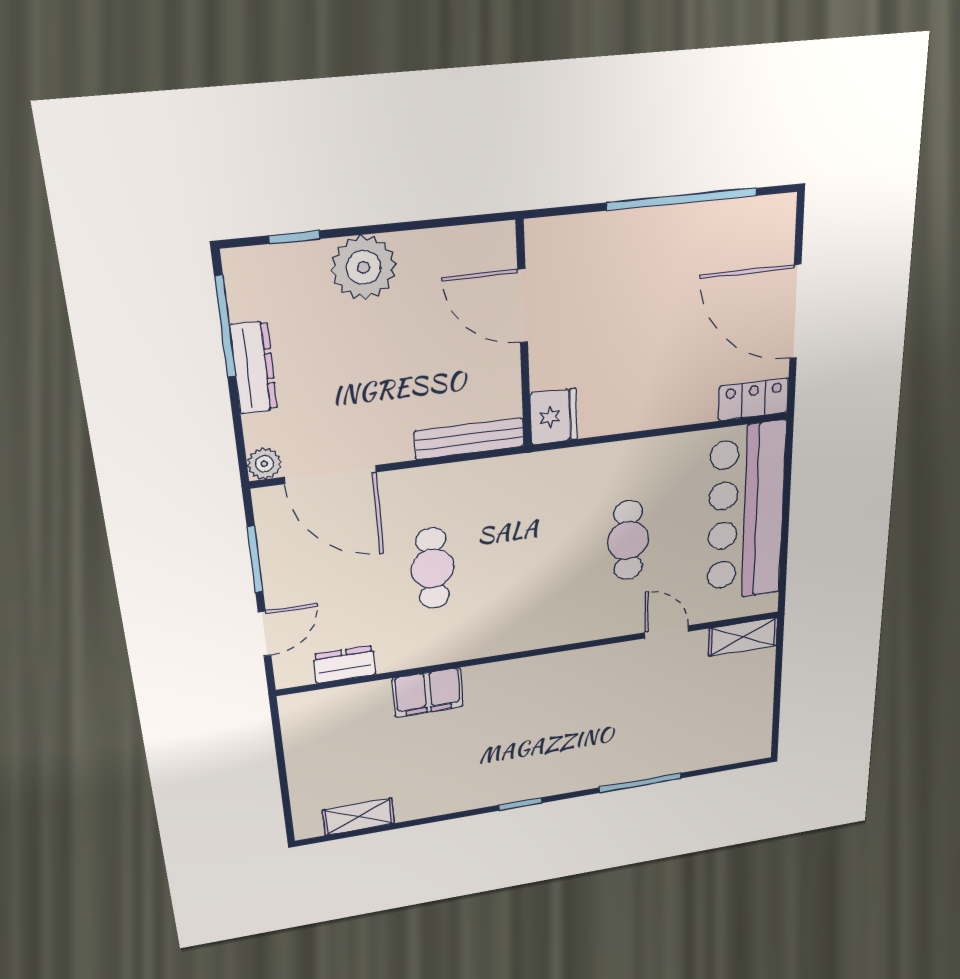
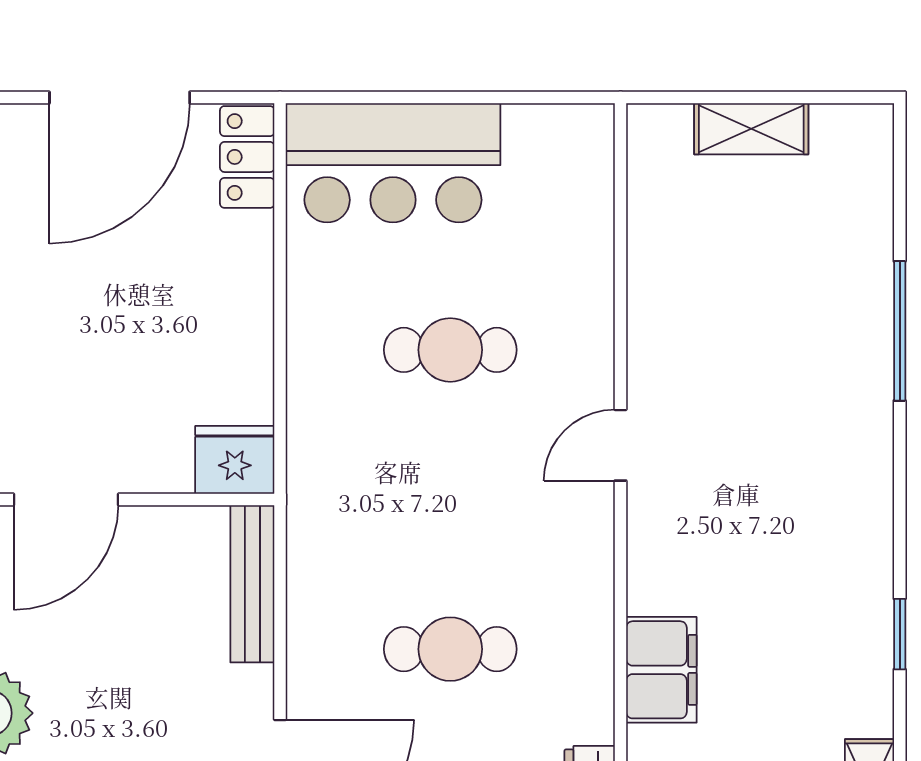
bar counter: (746, 513) -> (393, 163), width x0.73
door: (667, 632) -> (621, 445), moved
shelving: (743, 637) -> (751, 129), moved, turned 90
window: (520, 804) -> (900, 634), moved

